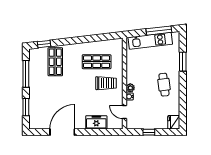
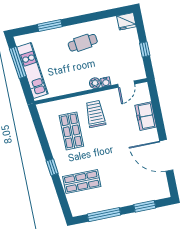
window: (44, 44) -> (52, 167), moved

